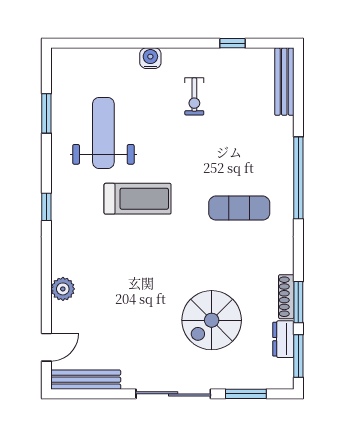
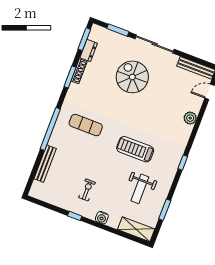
window: (233, 43) -> (75, 216), moved
shelving: (83, 61) -> (136, 229), added
bench: (284, 82) -> (45, 164), moved
weight bench: (103, 133) -> (140, 189), width x0.73, depth x0.75
window: (298, 302) -> (70, 77), moved
spiral stairs: (212, 320) -> (132, 77), moved, turned -90

